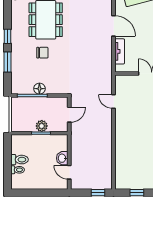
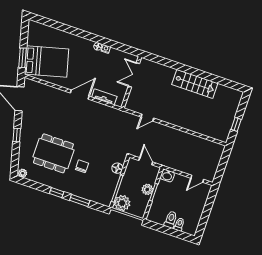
floor lamp: (39, 89) -> (117, 168), moved
plant: (19, 105) -> (122, 203), added
washbasin: (62, 158) -> (167, 176), moved
window: (98, 193) -> (224, 159), removed

